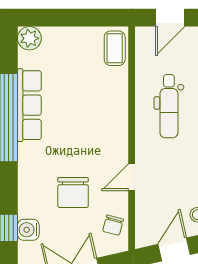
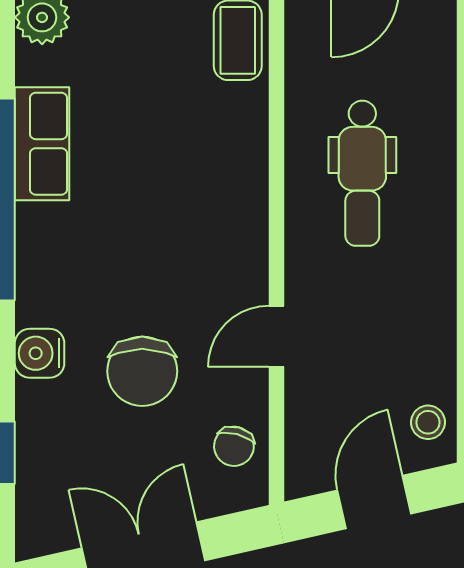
row of seats: (29, 105) -> (42, 144), width x0.68
water cooler: (28, 230) -> (40, 353), moved

